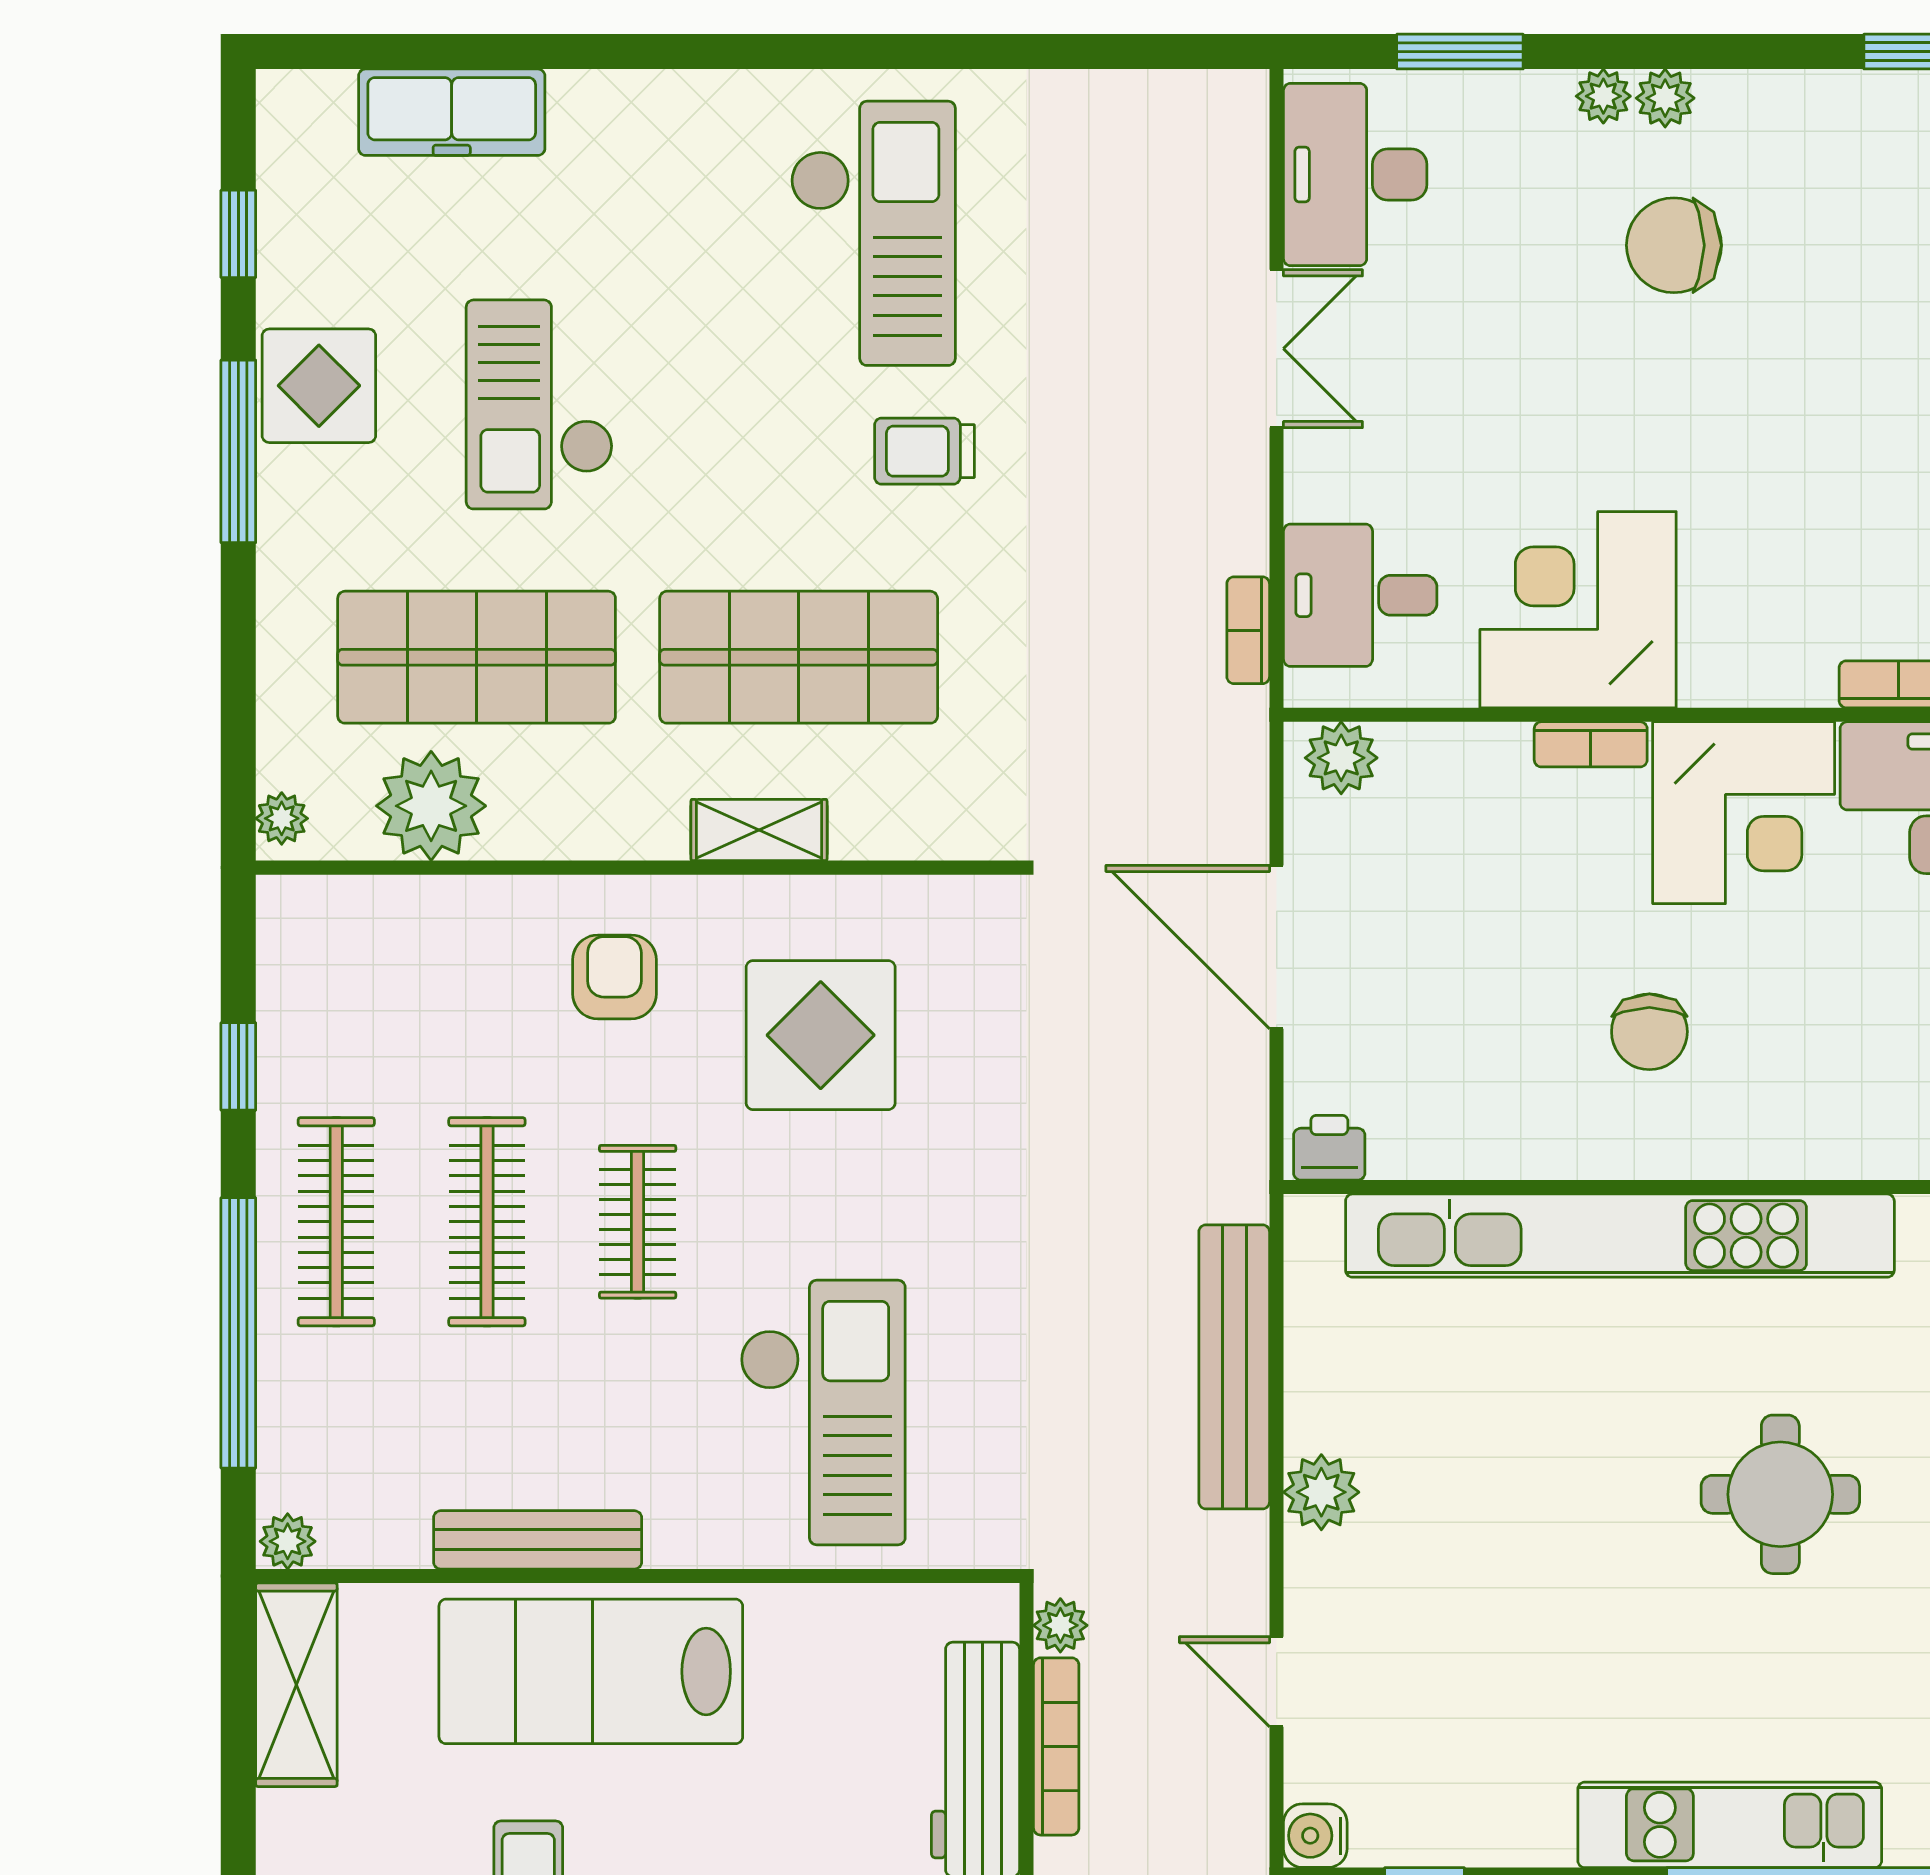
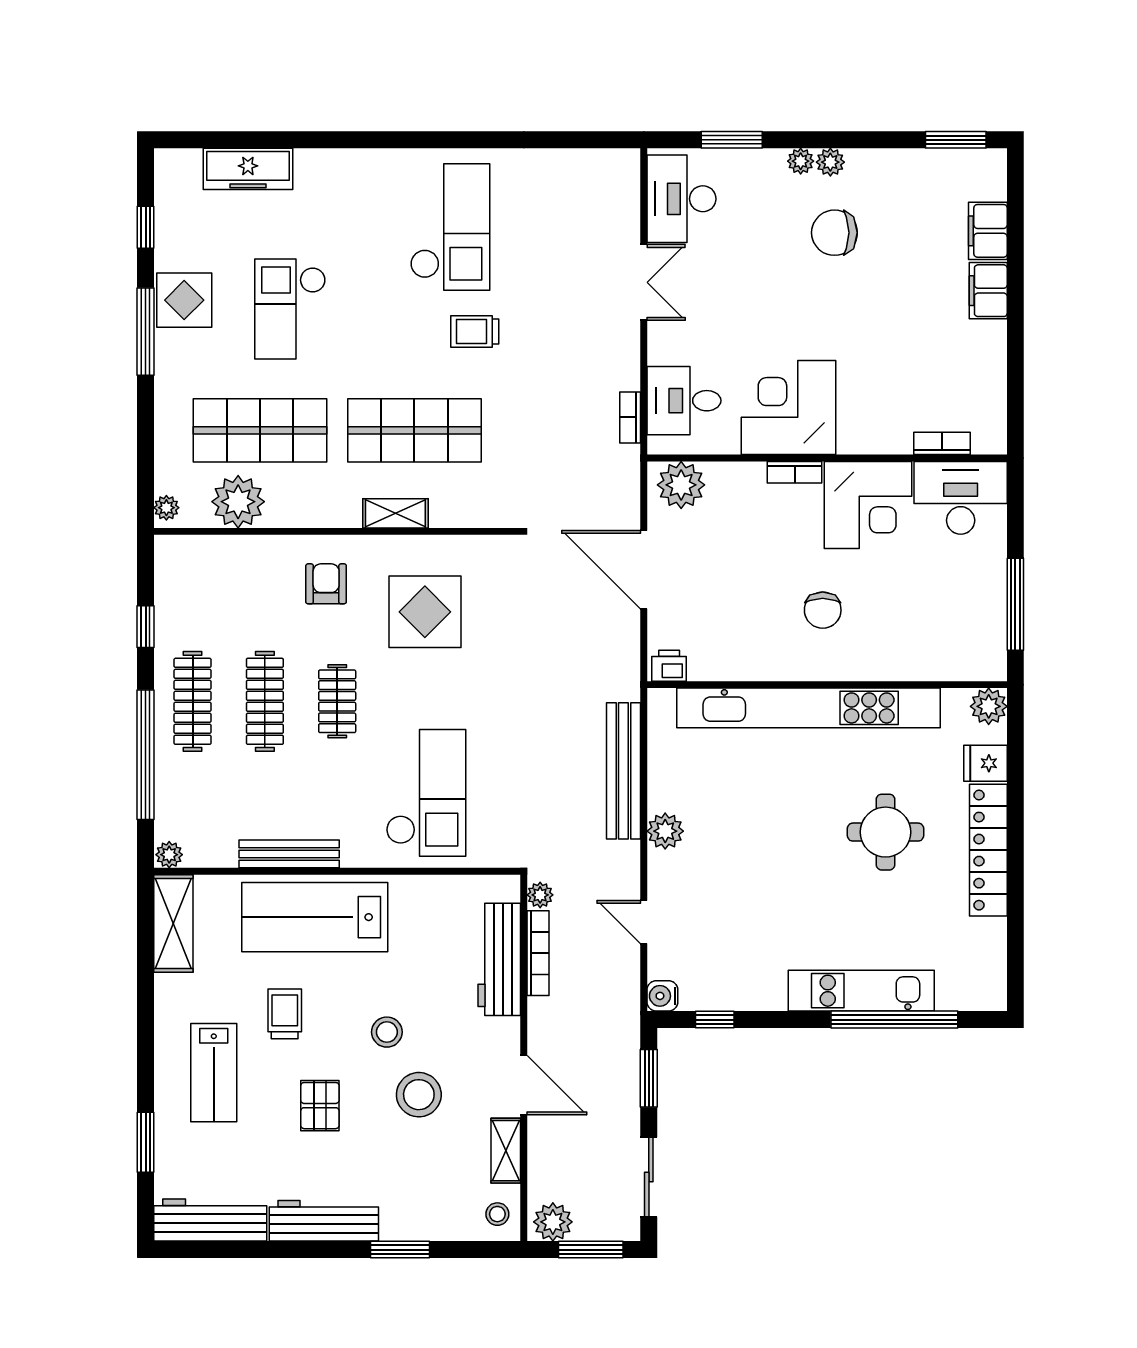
plant: (1341, 758) -> (681, 485), width x1.36, depth x1.36

